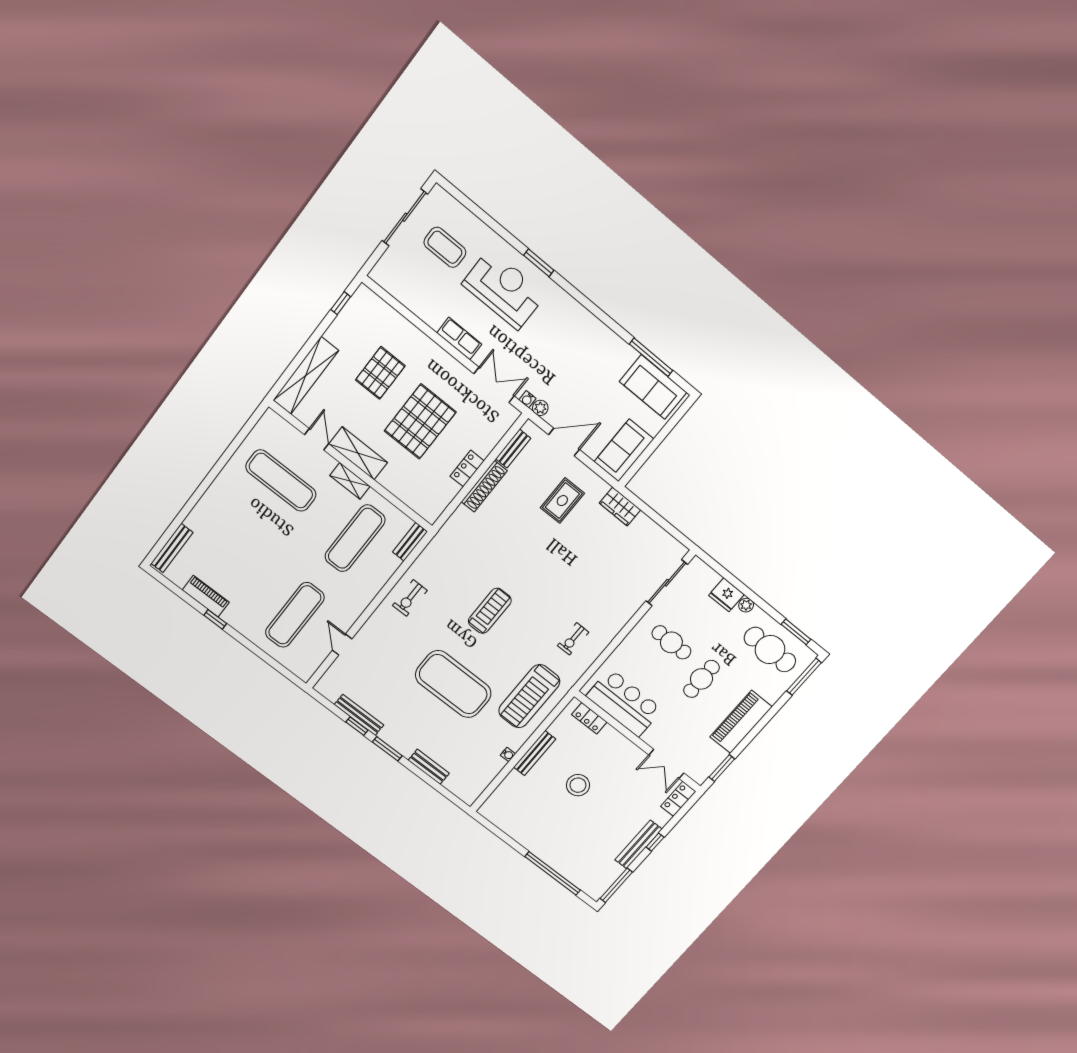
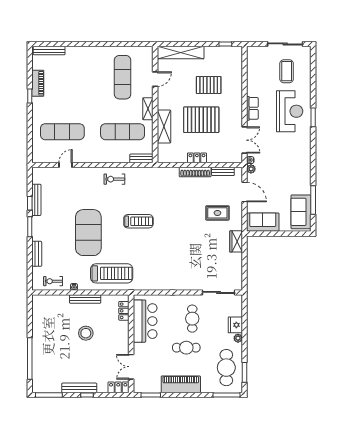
shelving: (358, 453) -> (164, 126), moved
exercise bike: (573, 639) -> (53, 281), moved
treadmill: (529, 696) -> (112, 273), turned 180

